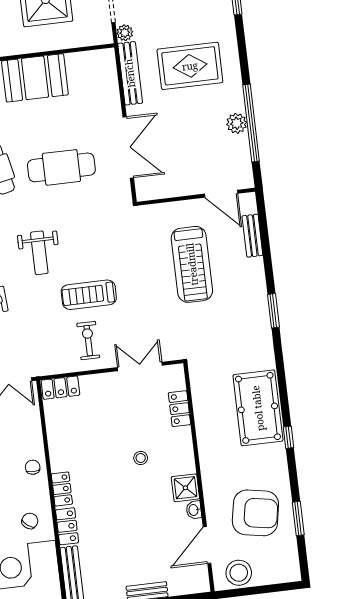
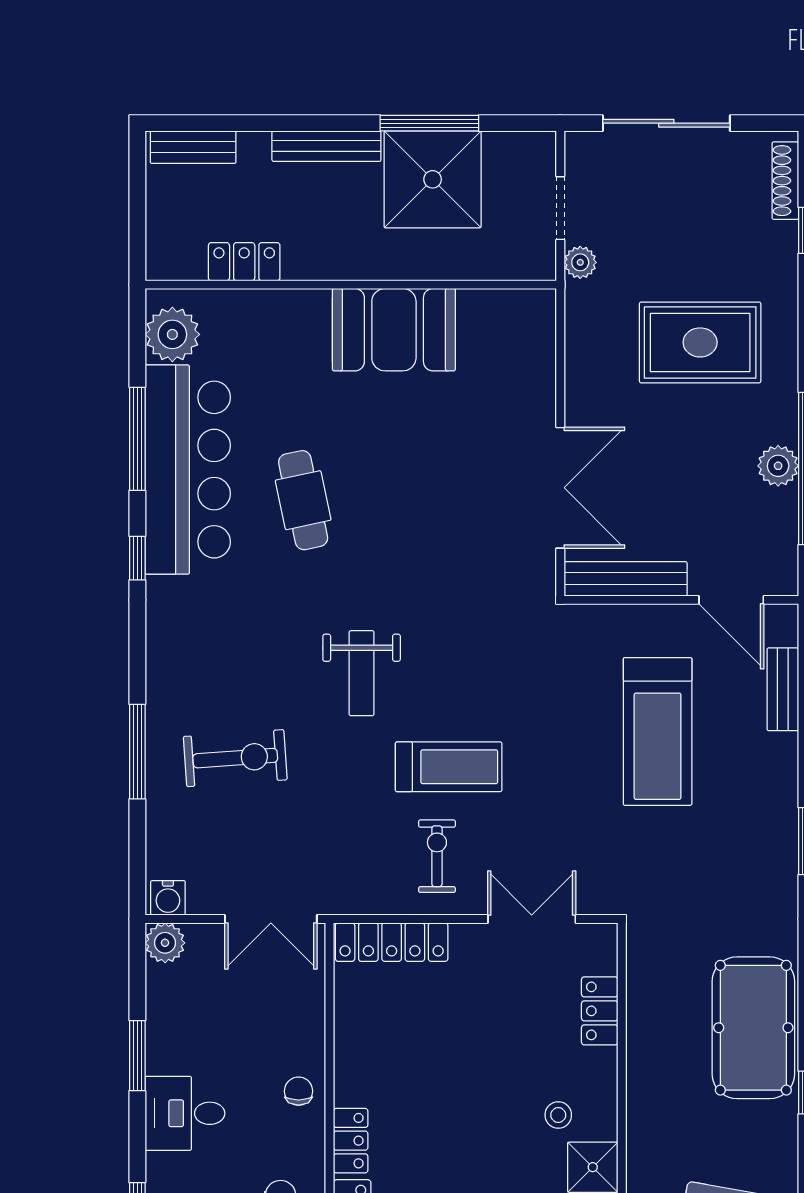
bench: (130, 73) -> (626, 579), moved, turned 90
cafe table: (61, 167) -> (425, 511), removed
treadmill: (89, 295) -> (449, 767), turned 180
locker: (60, 388) -> (392, 942), width x1.53
stool: (141, 458) -> (558, 1115), moved

